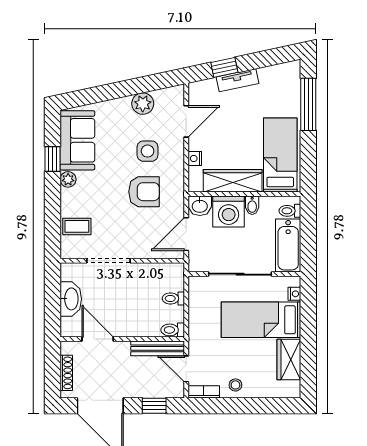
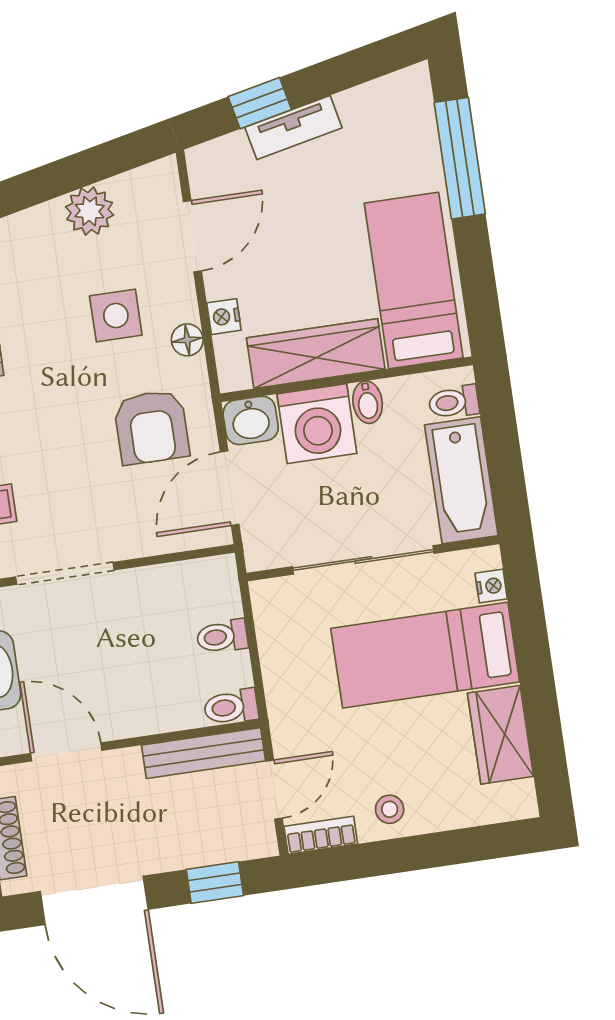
floor lamp: (177, 166) -> (187, 340), added
armchair: (144, 192) -> (151, 427), moved, turned 90
door: (186, 369) -> (274, 790), swing flipped

